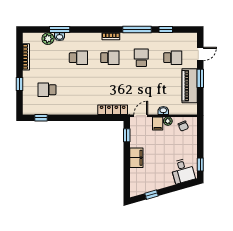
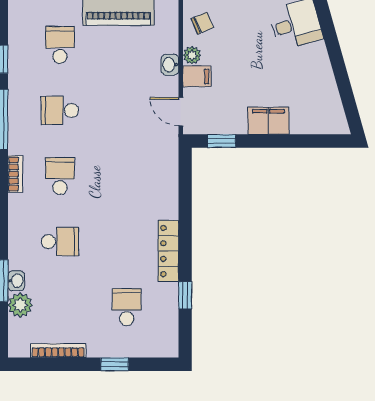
school desk: (78, 58) -> (60, 242), turned 90
school desk: (47, 90) -> (127, 307), turned 180
locker: (113, 110) -> (168, 251), moved
window: (41, 118) -> (185, 295), moved
window: (151, 195) -> (345, 89), removed

